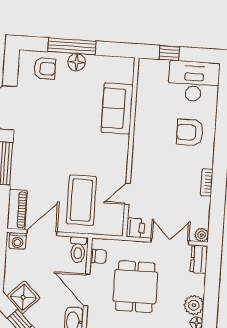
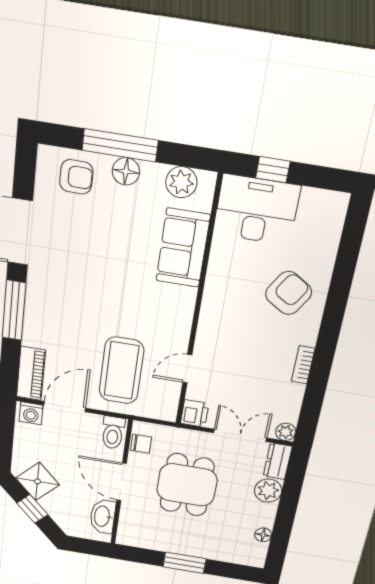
plant: (112, 66) -> (181, 182), added
desk: (194, 81) -> (256, 210), moved
armchair: (190, 132) -> (289, 293), turned 122
plant: (194, 305) -> (268, 491), moved

